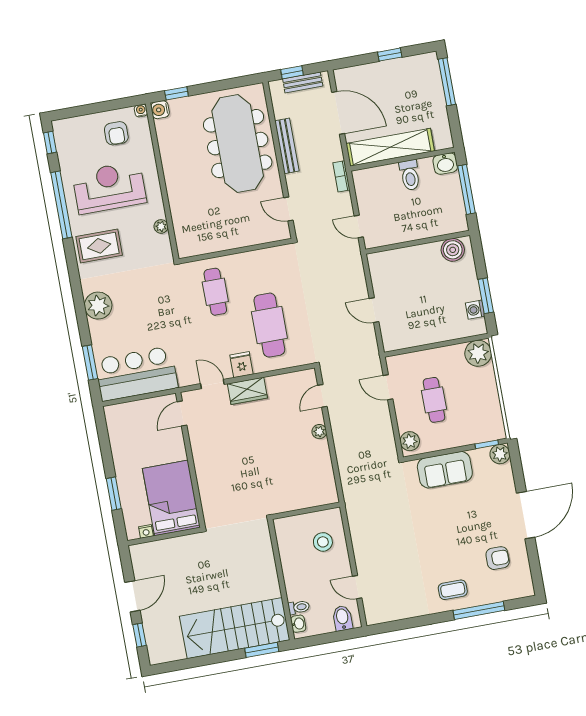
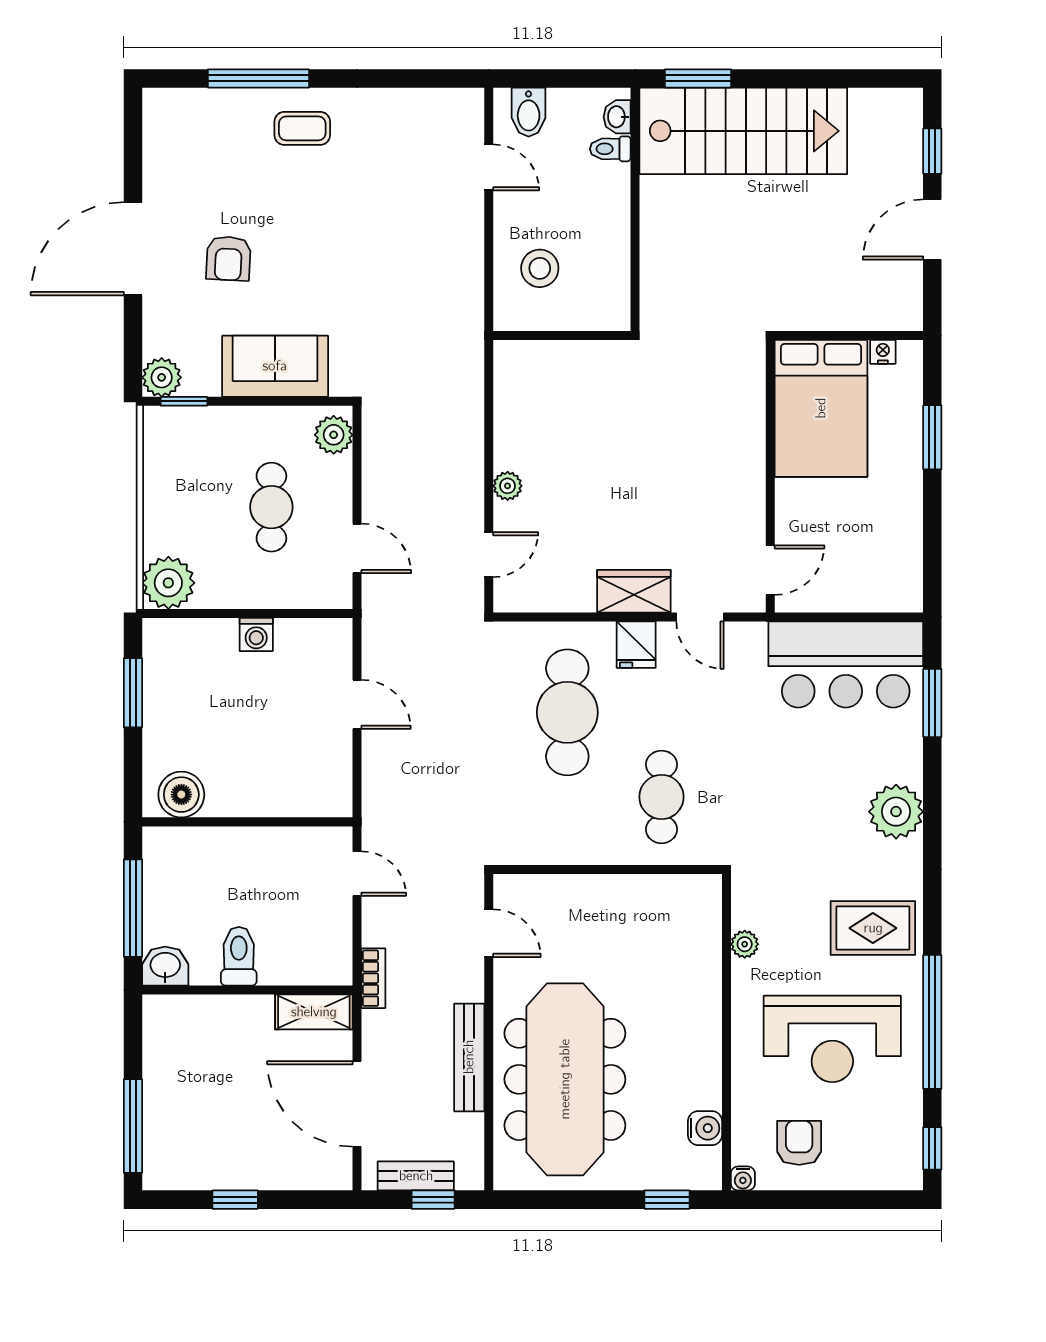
water cooler: (160, 110) -> (705, 1128), moved
shelving: (390, 147) -> (314, 1012), width x0.45, depth x0.75
washing machine: (475, 310) -> (256, 634), moved, turned 90
armchair: (498, 558) -> (228, 258), moved, turned -87

